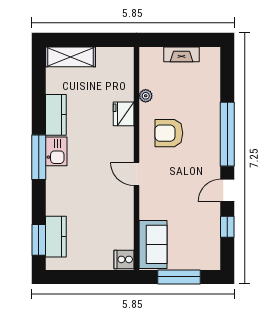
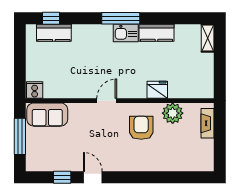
fireplace: (181, 54) -> (208, 123), moved
shelving: (71, 57) -> (208, 38), width x0.67, depth x0.75
plant: (146, 96) -> (173, 113), width x1.87, depth x1.87
window: (227, 134) -> (140, 177), removed
window: (39, 240) -> (51, 18), width x0.67

